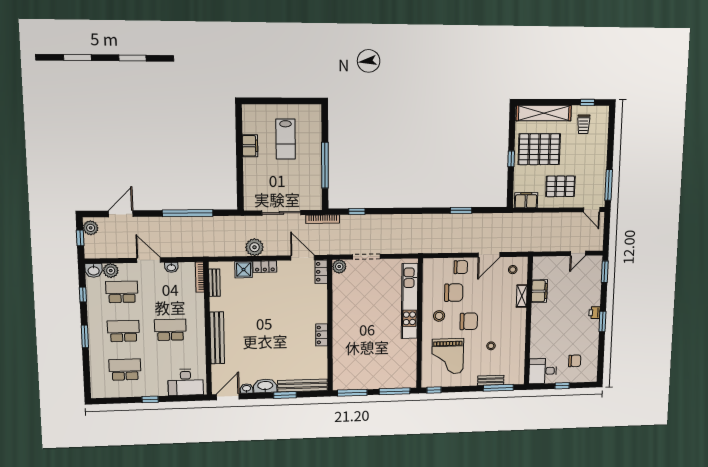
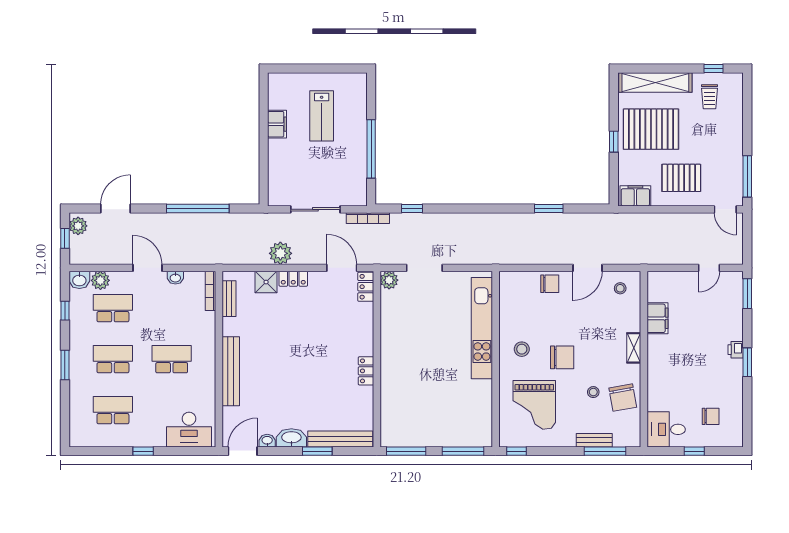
chair: (454, 293) -> (623, 398), moved, turned 80
shelving: (522, 296) -> (634, 348), moved

